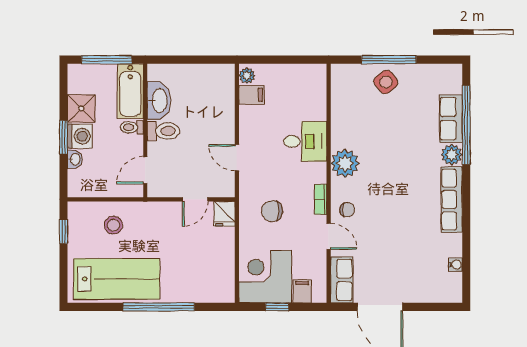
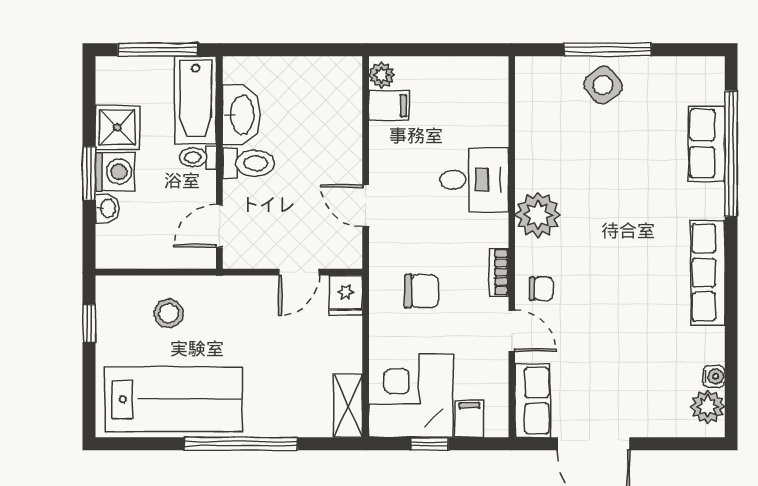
plant: (452, 155) -> (708, 407), moved
chair: (272, 211) -> (422, 291), turned 180
shelving: (226, 283) -> (348, 406), added

